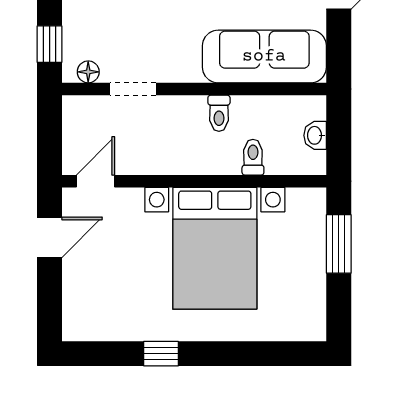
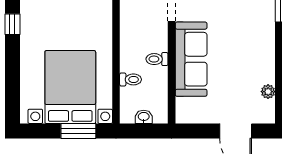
sofa: (264, 56) -> (191, 59), moved
bed with nightstands: (215, 248) -> (70, 87), moved, turned 90

